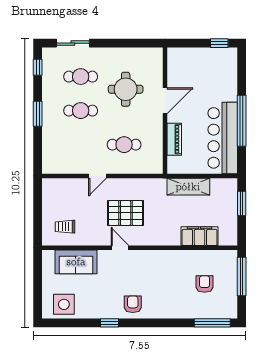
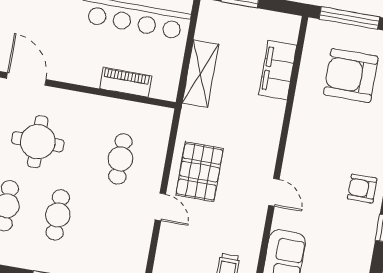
door: (165, 101) -> (26, 79), moved
pallet: (126, 213) -> (200, 172), moved
door: (120, 248) -> (274, 192), swing flipped
armchair: (204, 284) -> (351, 76), width x1.88, depth x1.88

